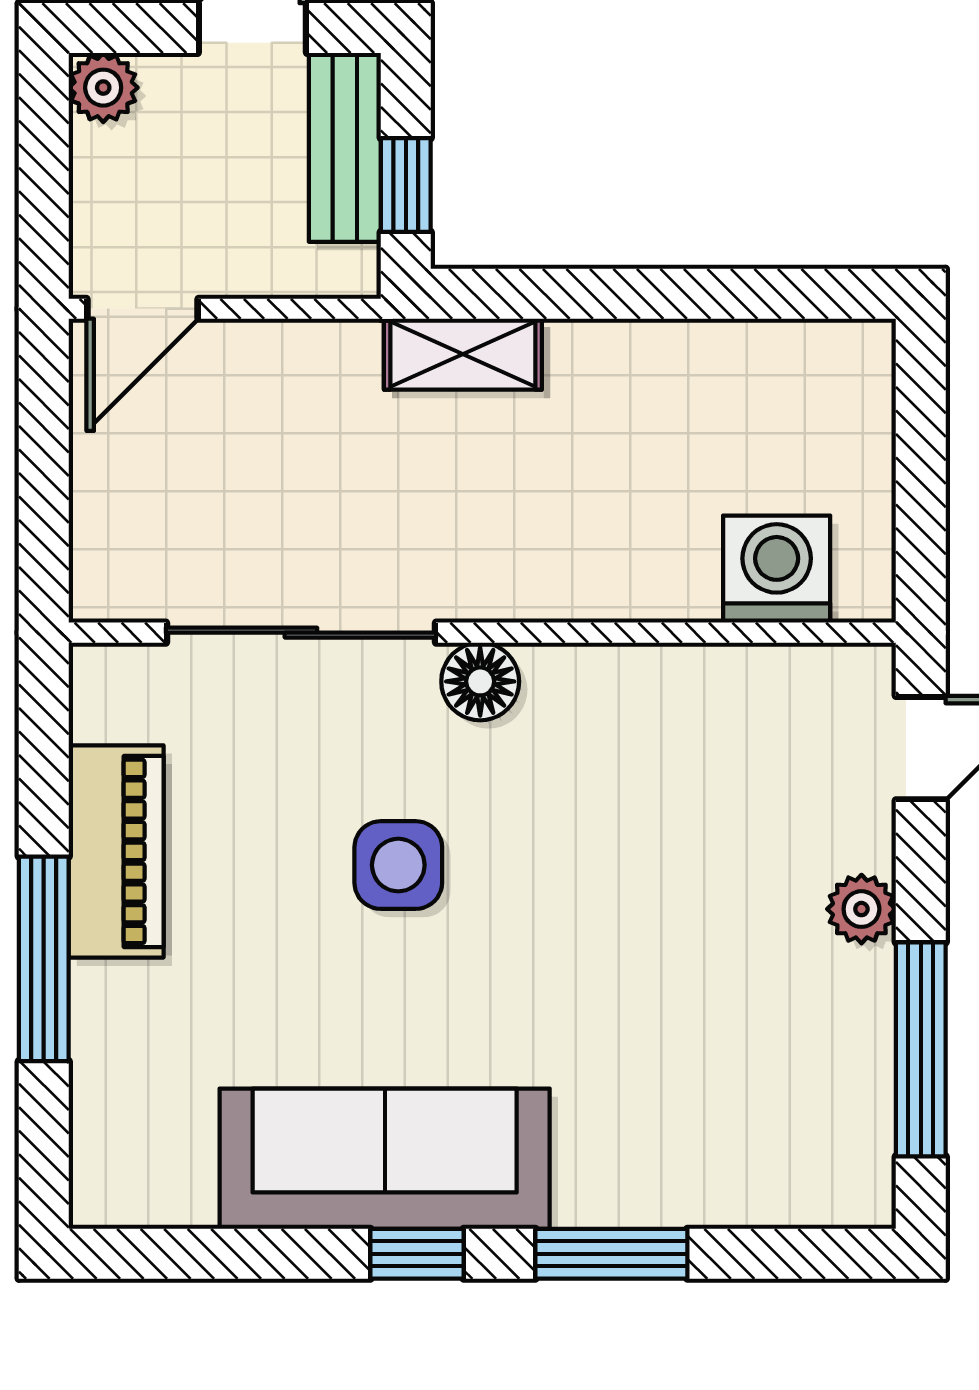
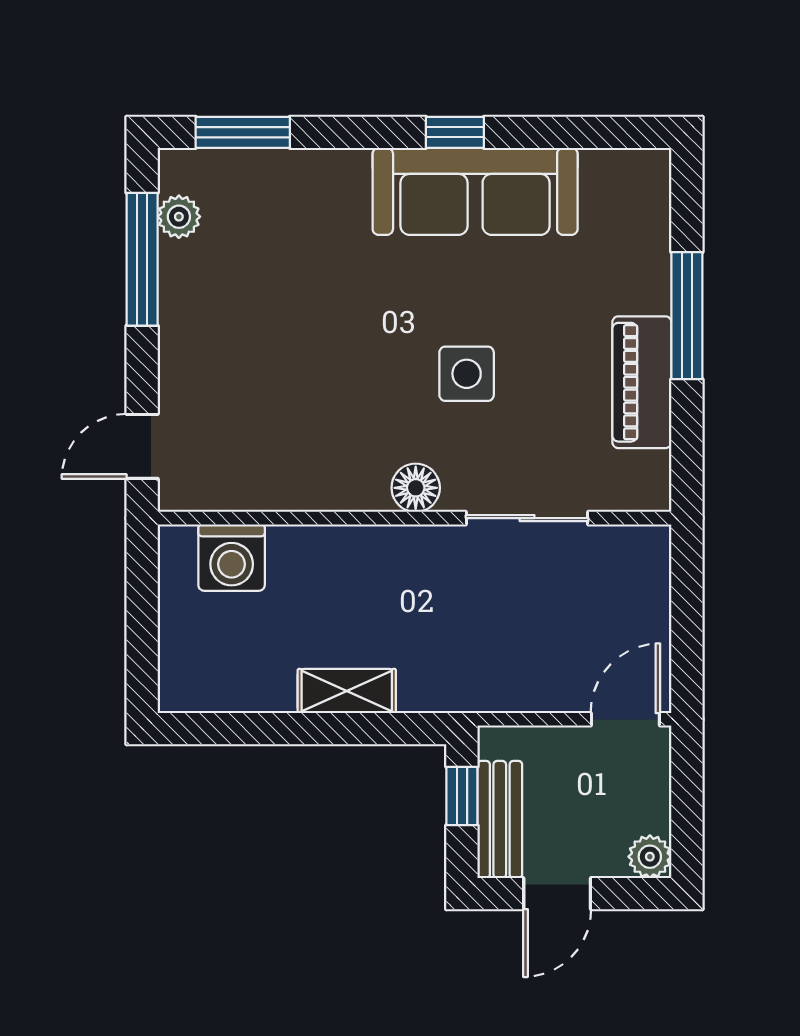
shelving: (463, 354) -> (347, 691), moved
sliding door: (301, 633) -> (527, 518), width x0.73
plant: (861, 909) -> (179, 217), moved
window: (611, 1254) -> (243, 132), moved

